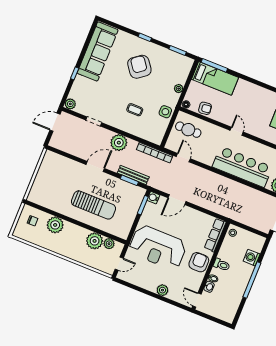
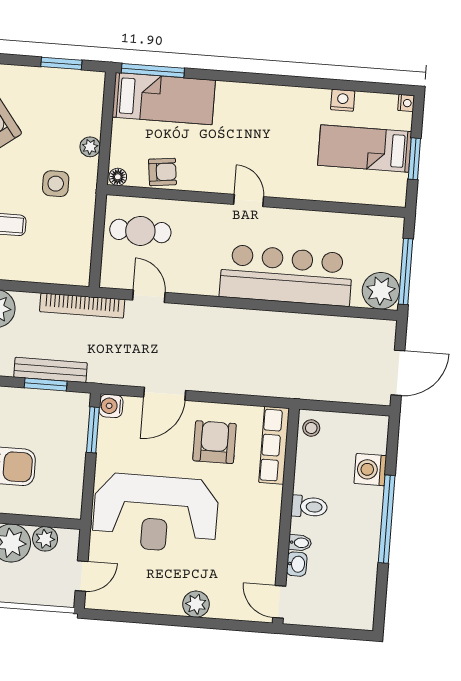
side table: (165, 112) -> (56, 184), moved
armchair: (199, 262) -> (215, 442), moved

